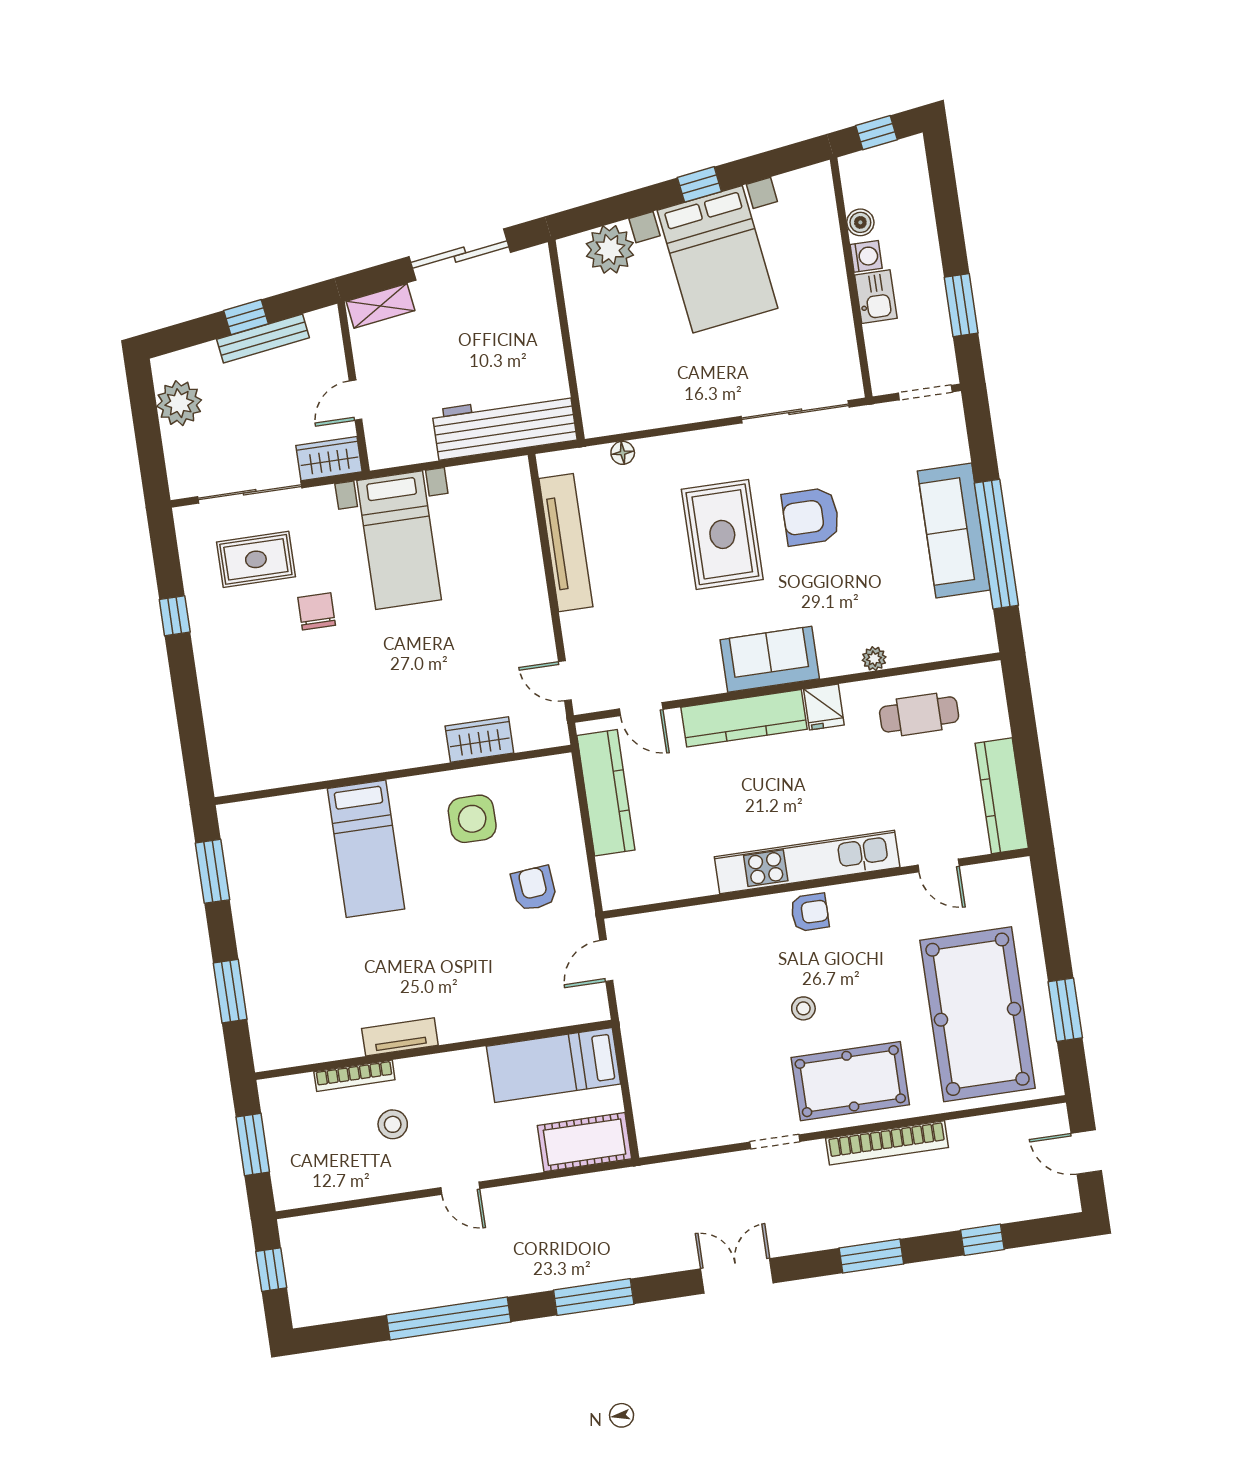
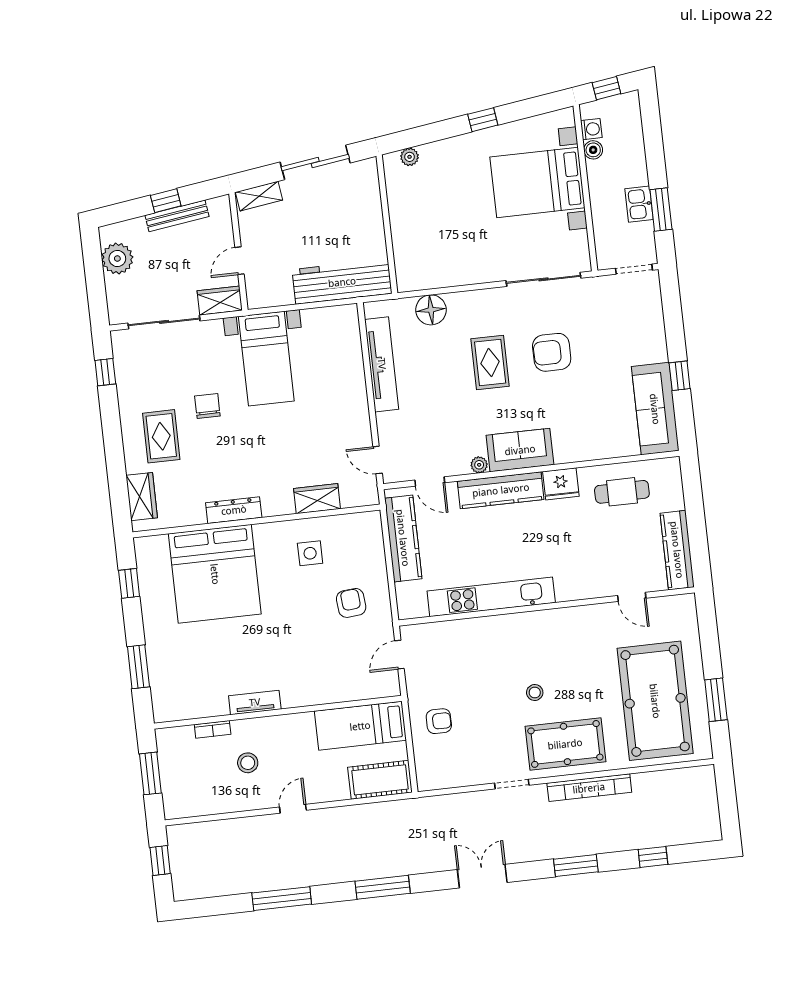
plant: (610, 249) -> (410, 157), width x0.53, depth x0.53
washing machine: (866, 256) -> (591, 129), moved
bed with nightstands: (718, 259) -> (537, 182), moved, turned 98
kitchen sink: (876, 297) -> (639, 204), moved, turned 180
floor lamp: (623, 453) -> (431, 310), width x1.89, depth x1.89
sofa: (954, 531) -> (655, 409), moved
rug: (722, 534) -> (490, 363), width x0.73, depth x0.70
window: (996, 544) -> (680, 376), width x0.32
rug: (256, 559) -> (161, 436), moved, turned 90
window: (175, 616) -> (105, 372), moved
plant: (874, 659) -> (479, 465), moved
fridge: (824, 707) -> (561, 484), width x1.38
wardrobe: (226, 745) -> (142, 497), added
dresser: (360, 760) -> (234, 510), added
side table: (472, 819) -> (310, 553), width x0.73, depth x0.73
bed: (366, 849) -> (215, 574), width x2.04
kitchen unit: (807, 862) -> (491, 597), moved
window: (212, 871) -> (129, 583), width x0.67
armchair: (810, 912) -> (439, 721), moved
bookcase: (354, 1076) -> (213, 729), width x0.64
door: (1086, 1152) -> (727, 799), removed
door: (460, 1188) -> (293, 809), swing flipped
window: (449, 1318) -> (282, 899), width x0.68

